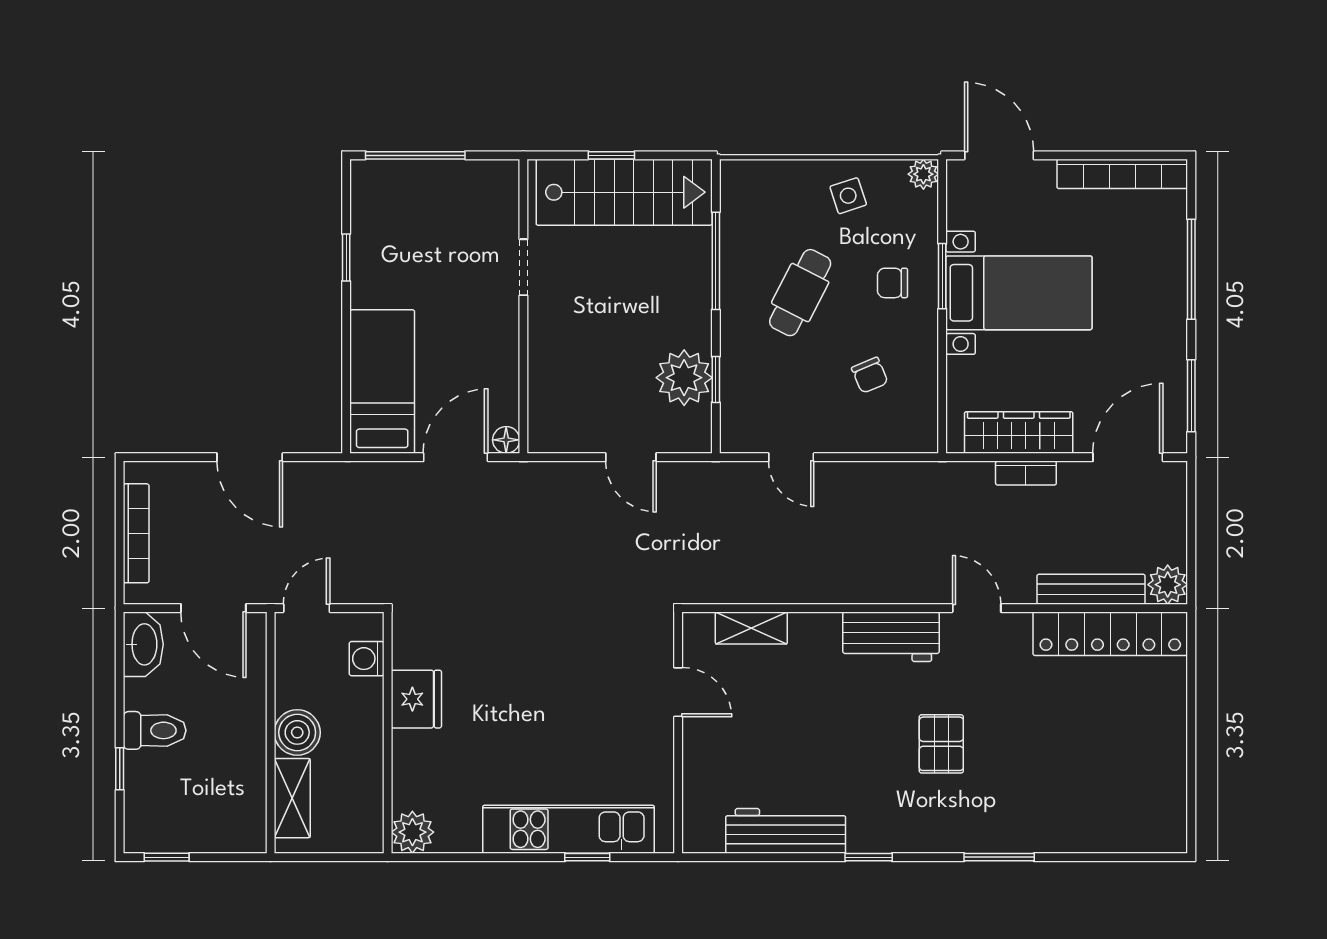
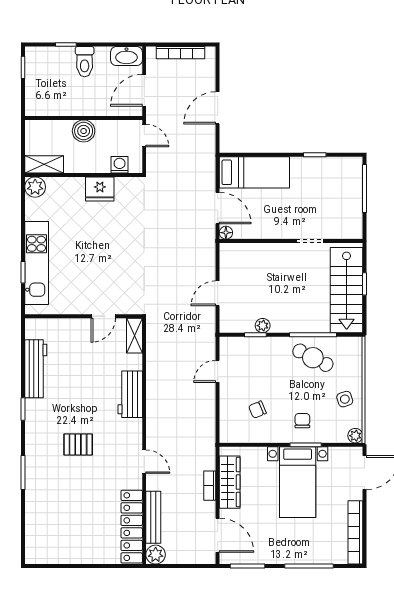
cafe table: (800, 293) -> (313, 358), moved
plant: (684, 378) -> (263, 326), width x0.53, depth x0.53
door: (977, 608) -> (144, 462), hinge flipped
shelving: (751, 628) -> (134, 336), moved
workbench: (891, 637) -> (130, 394), moved
shelving: (292, 798) -> (44, 164), moved

